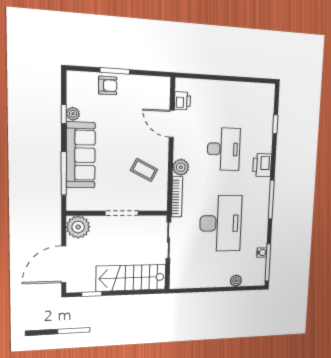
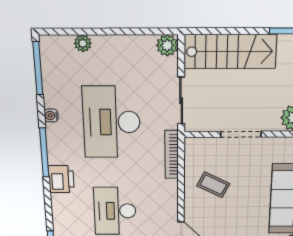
printer: (262, 165) -> (61, 179), moved
plant: (181, 167) -> (167, 45), moved
water cooler: (262, 252) -> (51, 115), moved

